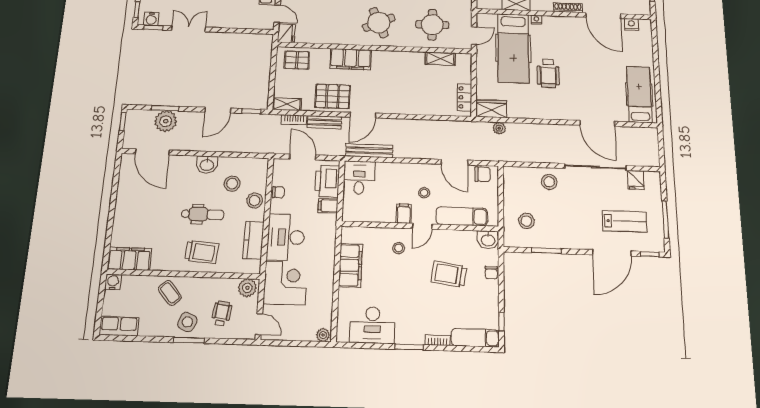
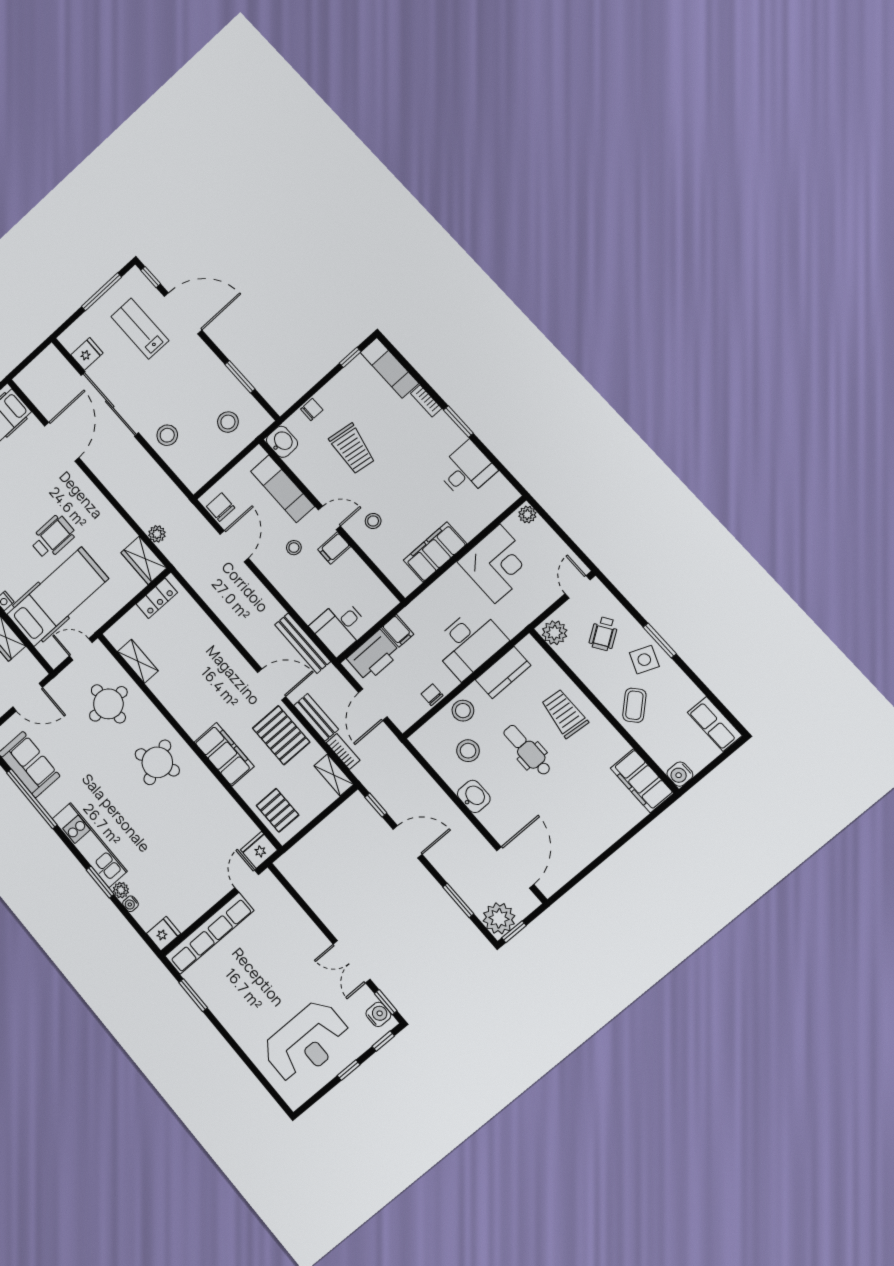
plant: (166, 121) -> (499, 918), moved
corner desk: (285, 283) -> (497, 564), moved, turned 180
wheelchair: (222, 313) -> (604, 634), turned -42
desk: (372, 325) -> (466, 470), width x0.73

